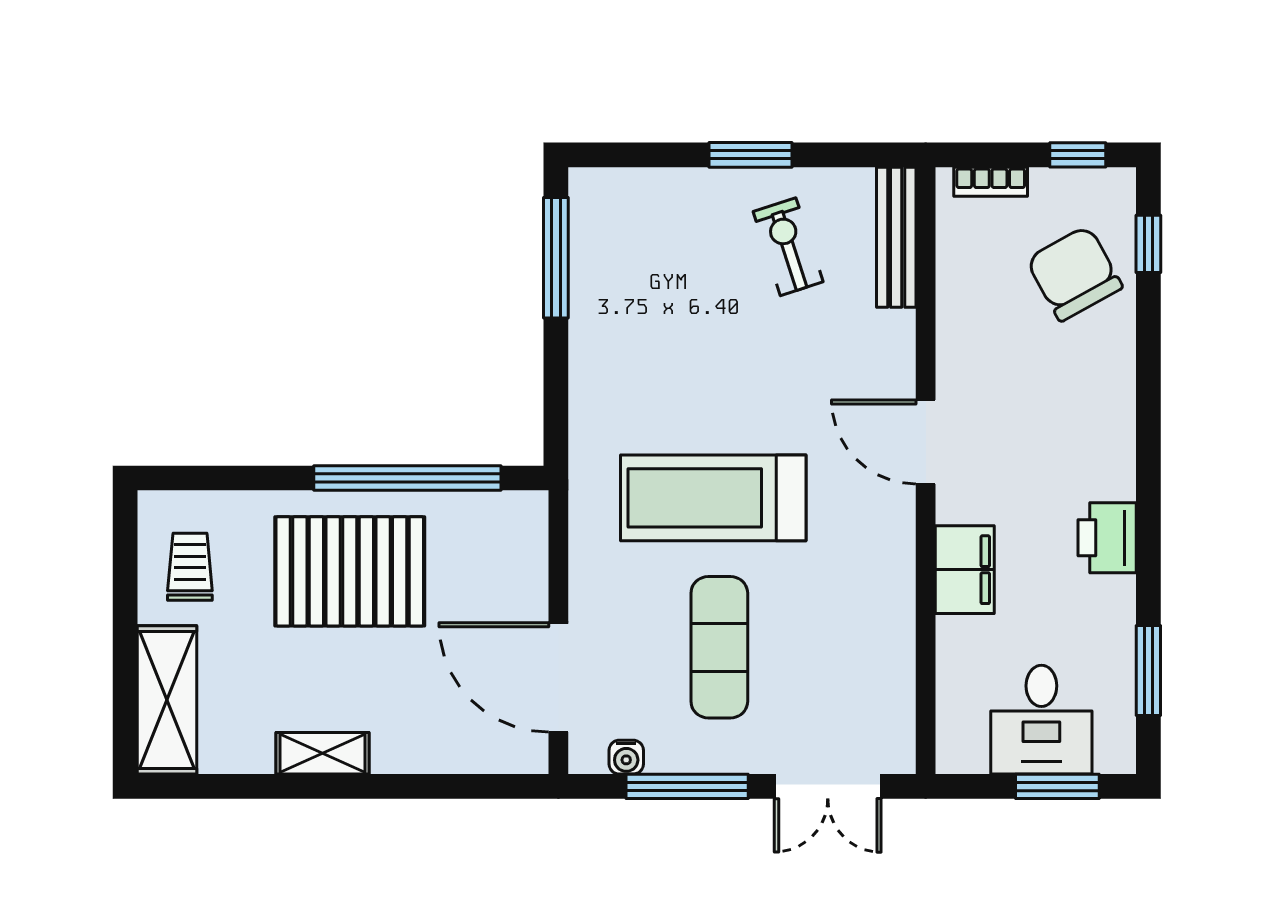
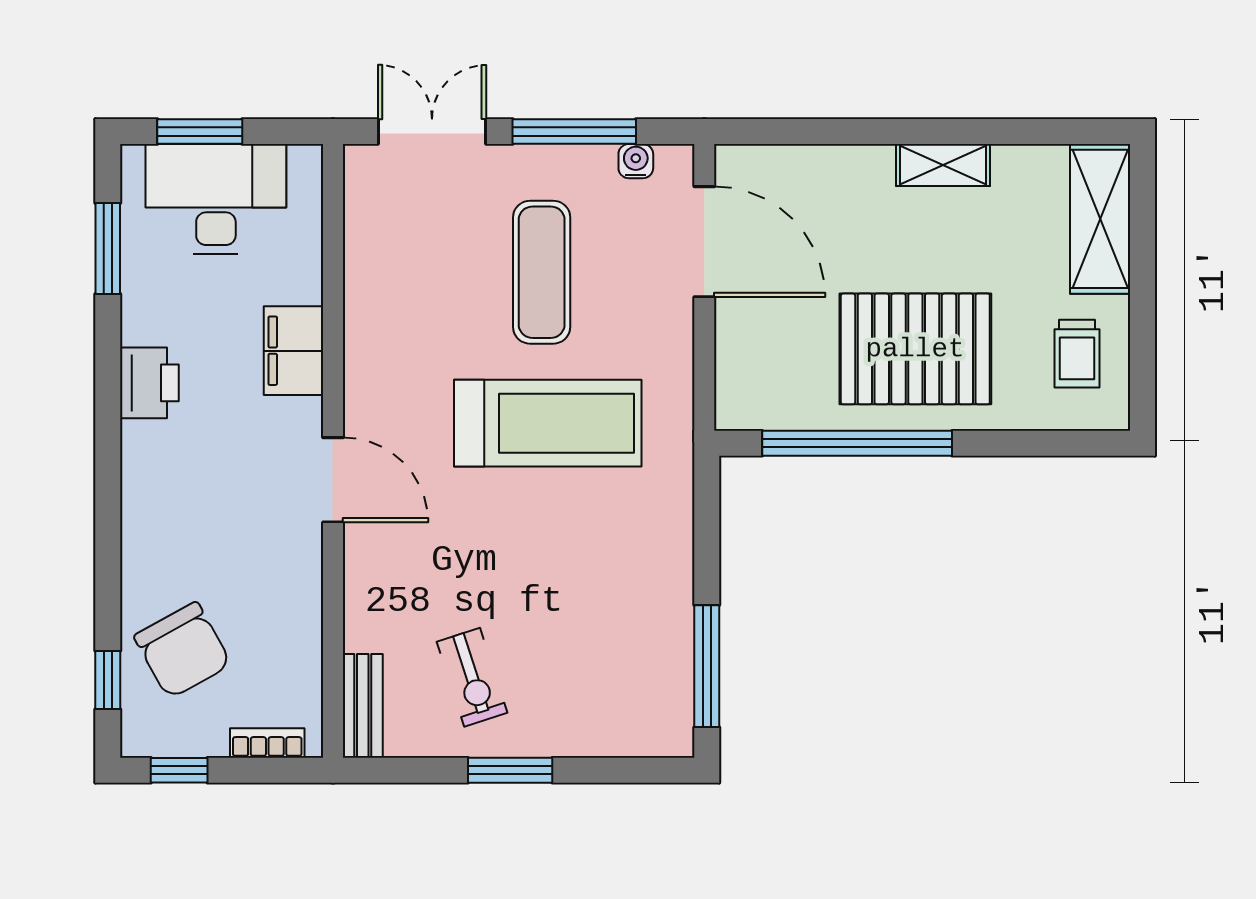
bench: (896, 237) -> (363, 706), width x0.73
desk: (1041, 720) -> (216, 199), width x1.37

